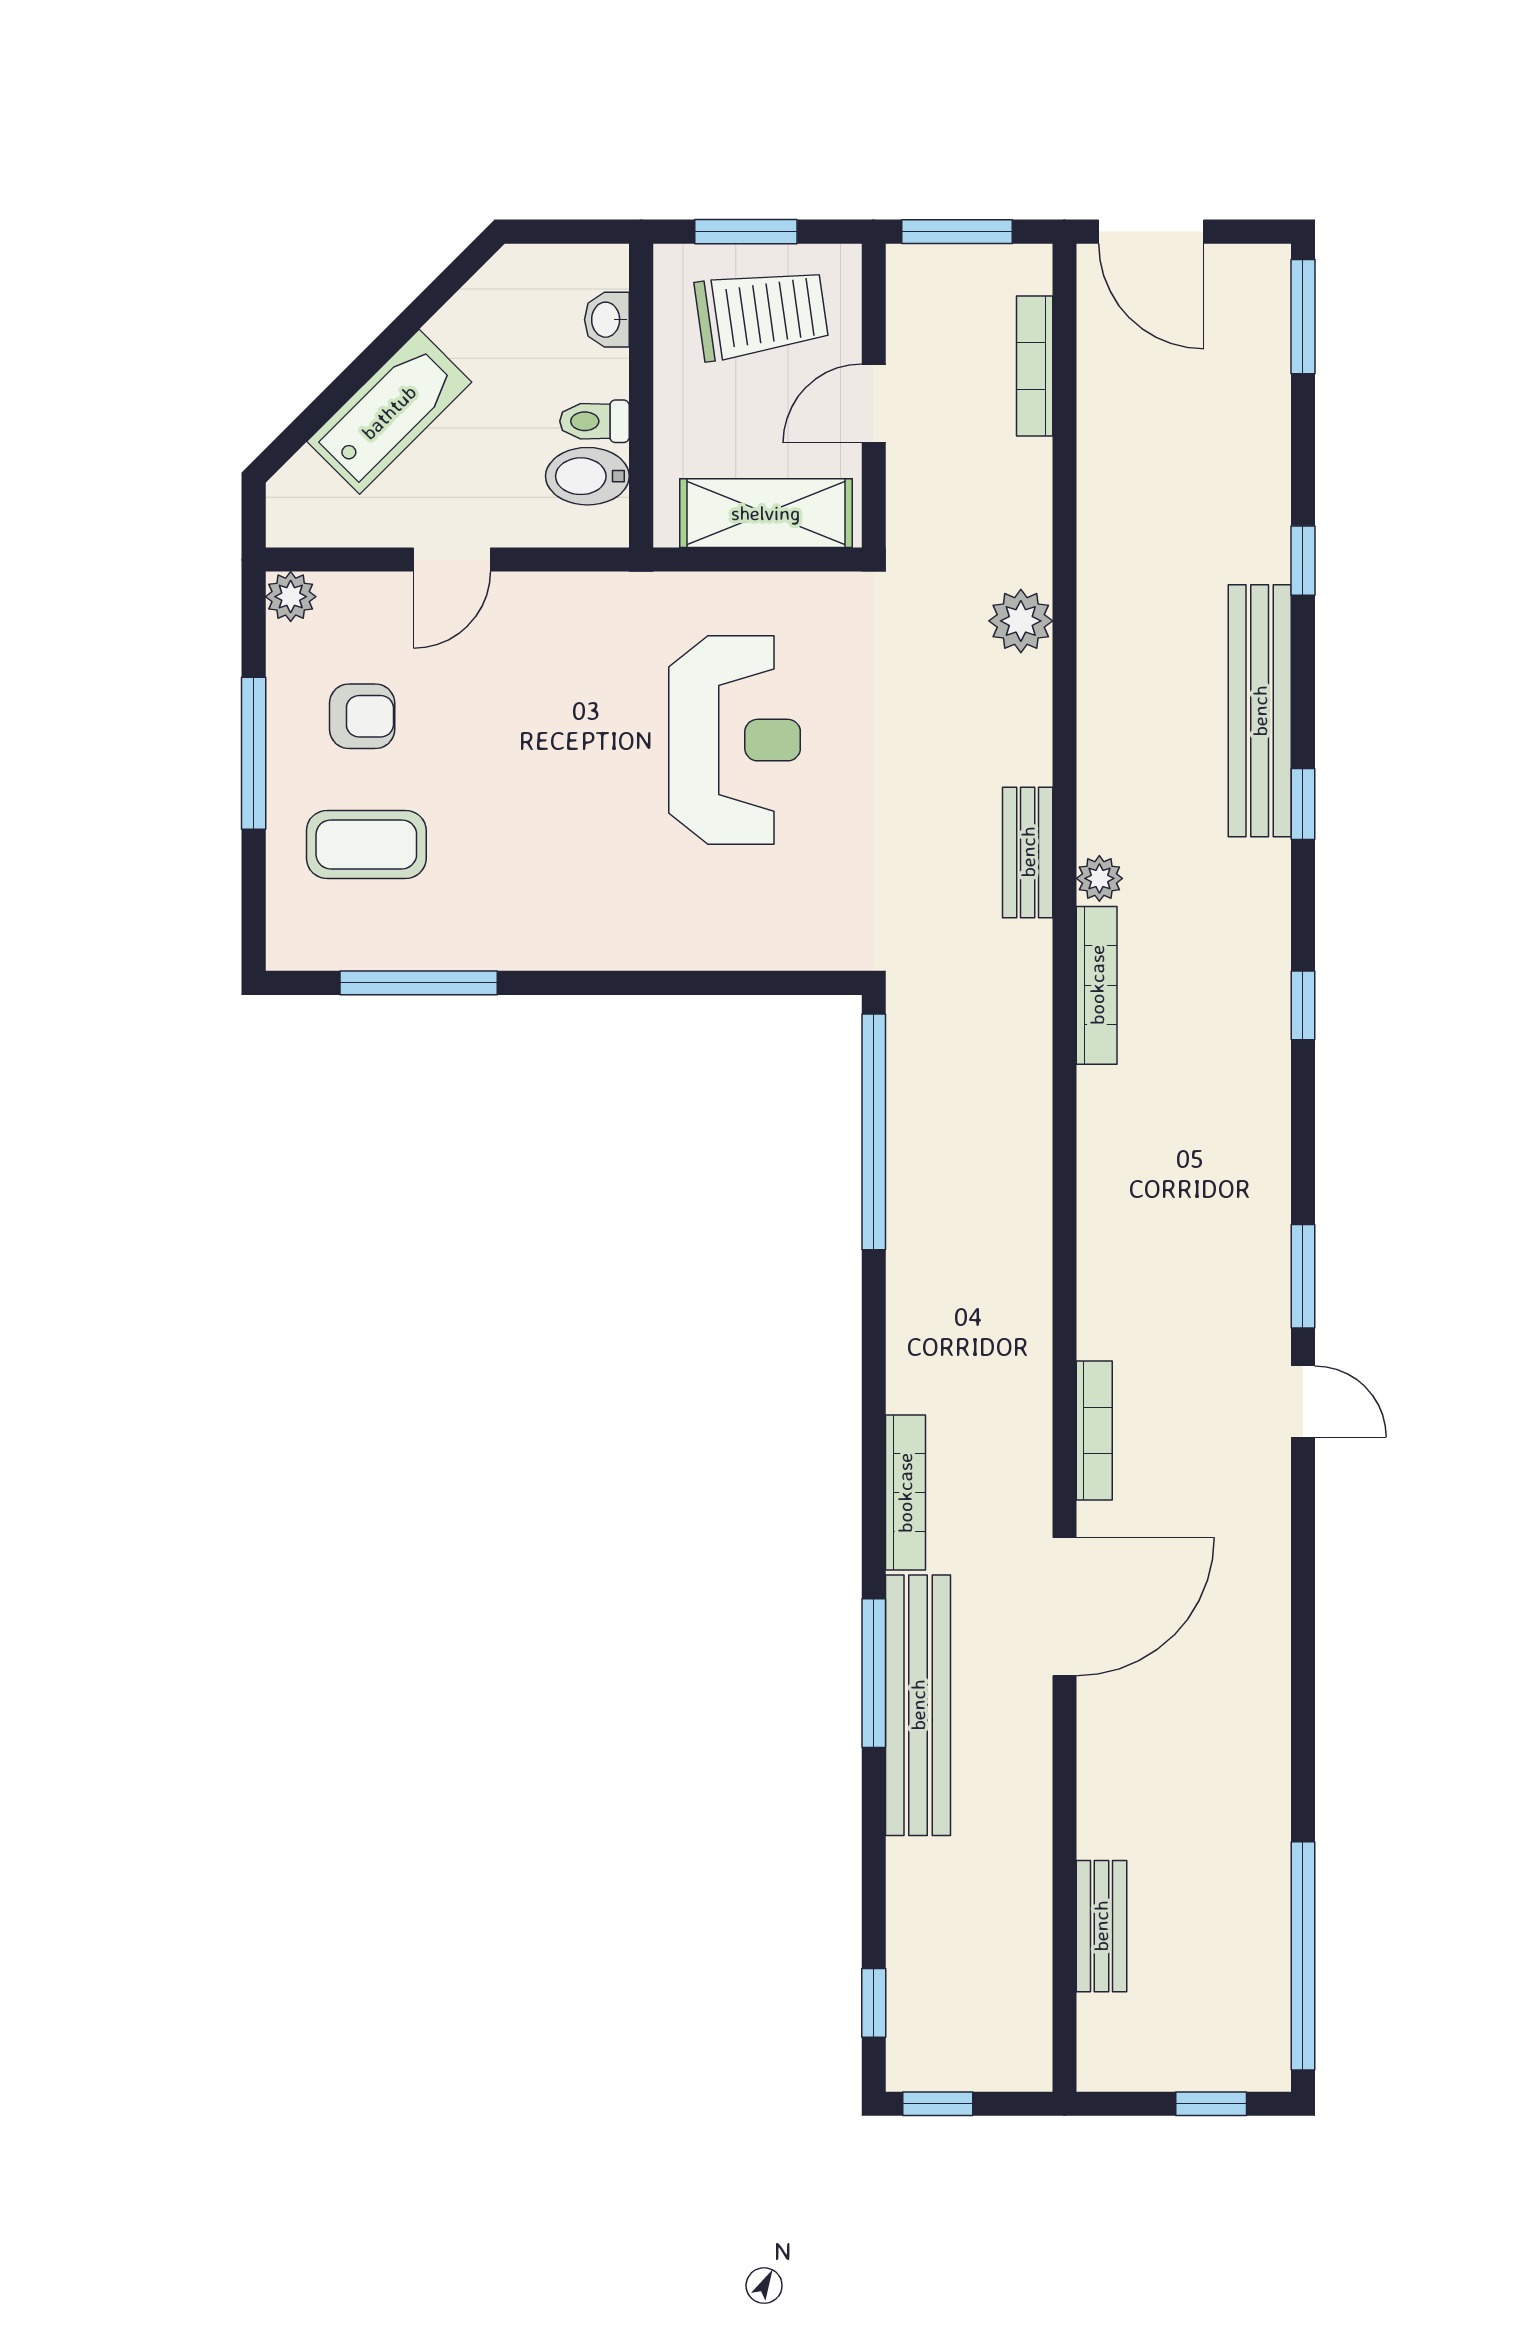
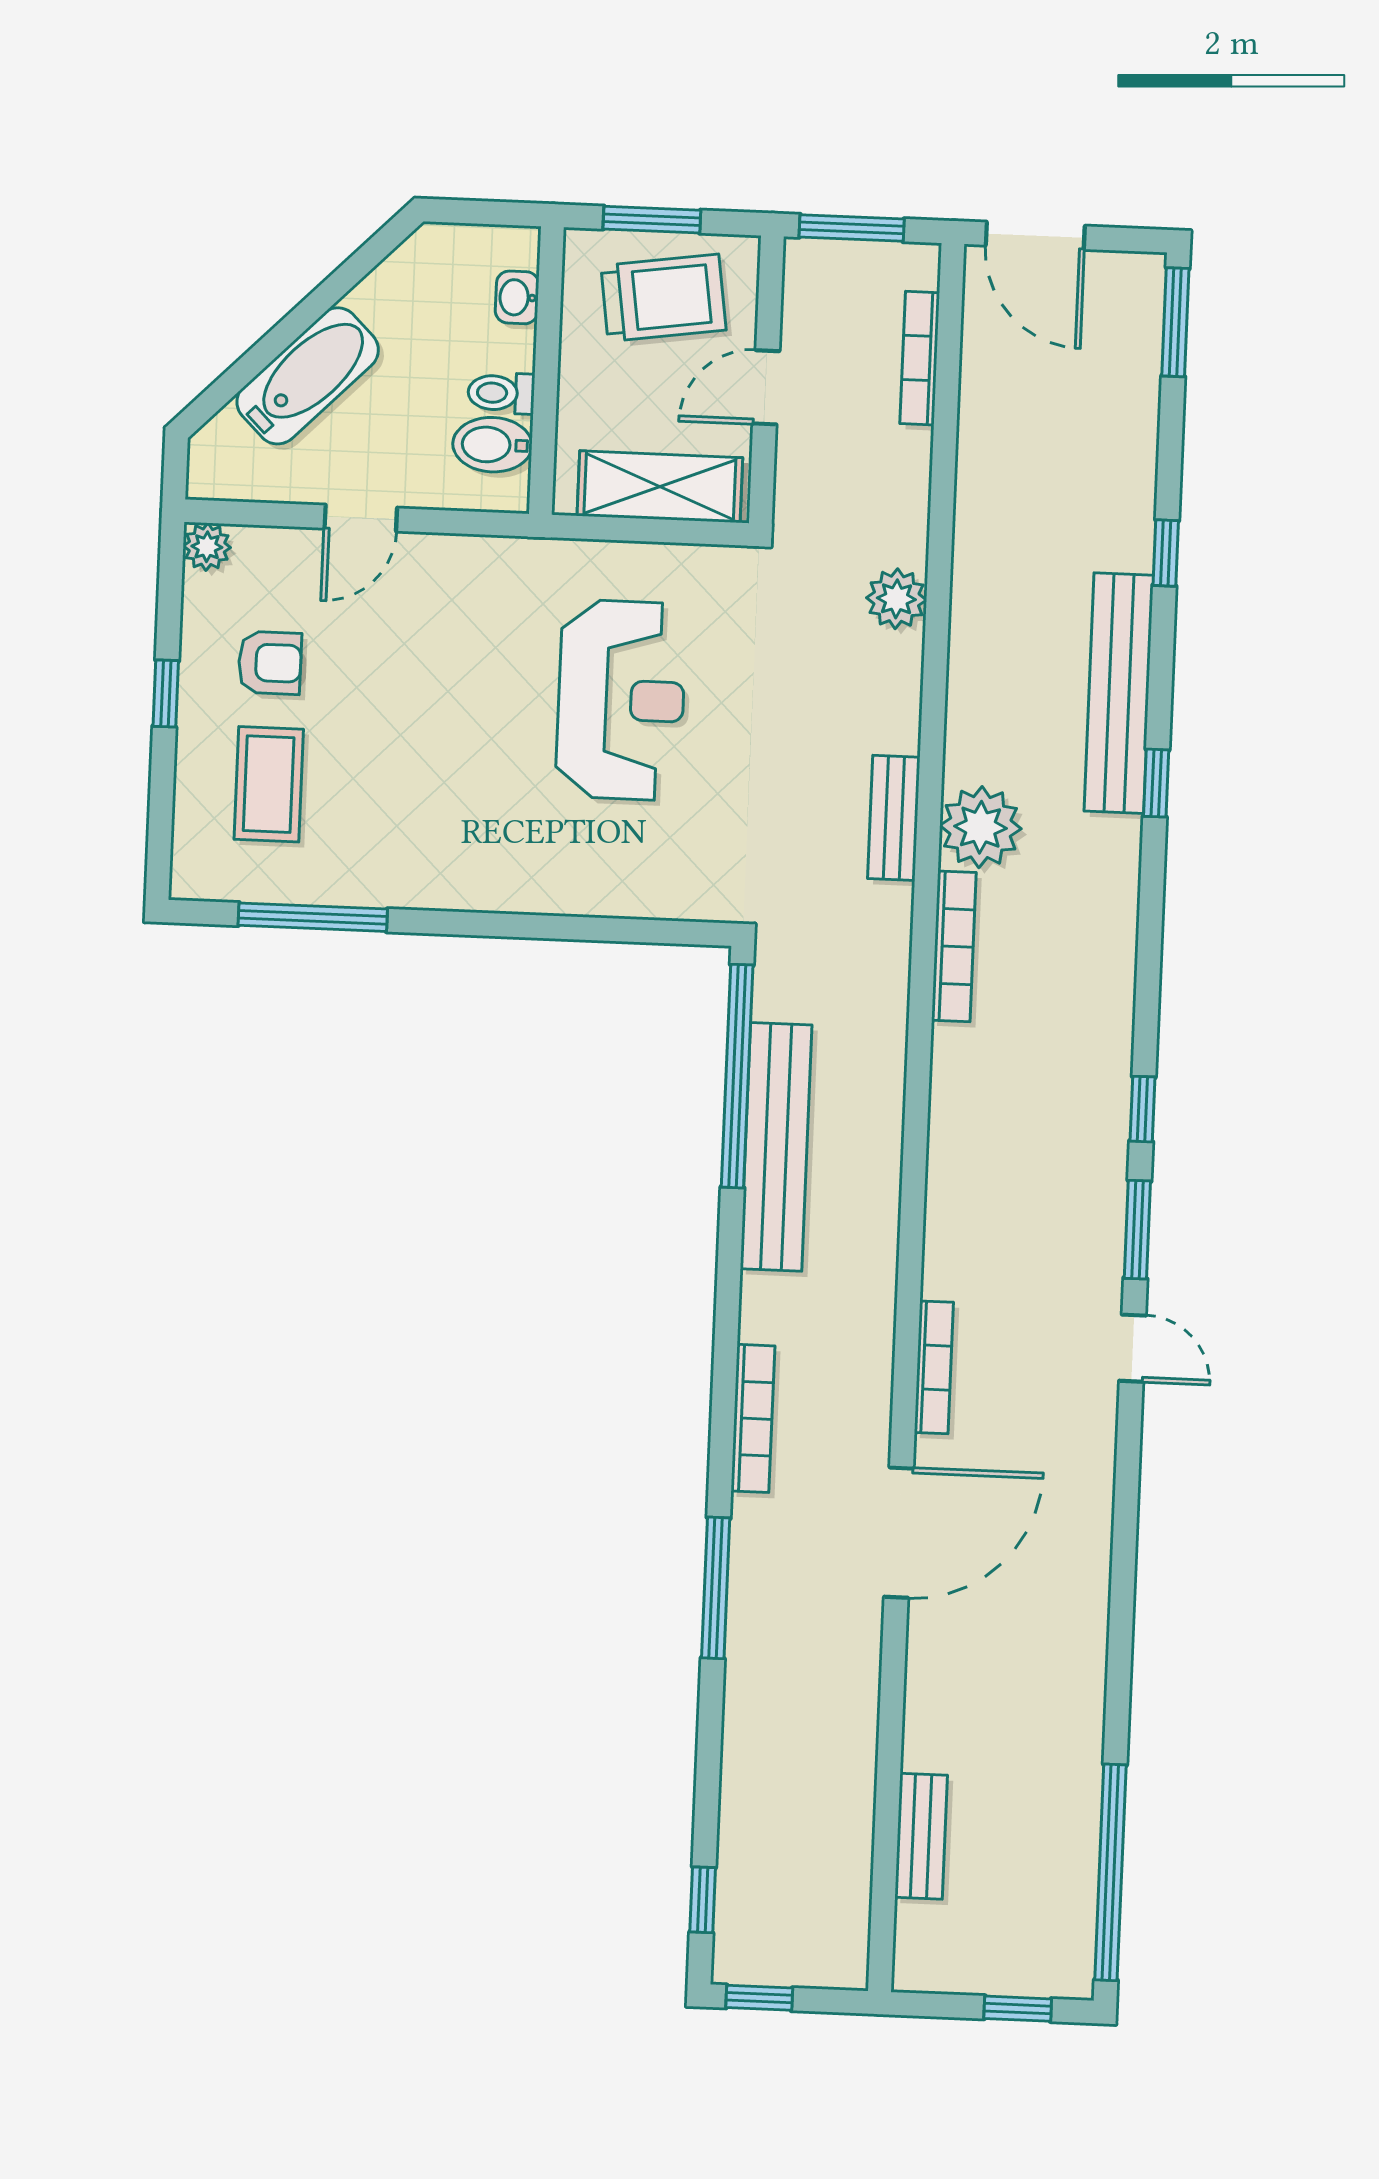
window: (254, 753) -> (166, 693), width x0.46
coffee table: (366, 844) -> (269, 784), turned 90
plant: (1099, 878) -> (980, 827), width x1.88, depth x1.88
window: (1303, 1005) -> (1142, 1109), moved
bench: (918, 1705) -> (776, 1147), moved

